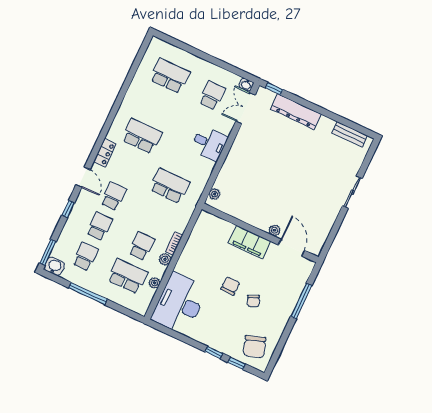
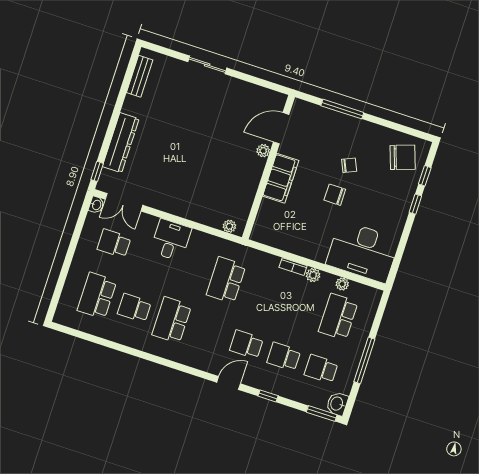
locker: (105, 153) -> (197, 361), removed
school desk: (142, 246) -> (134, 308), moved

